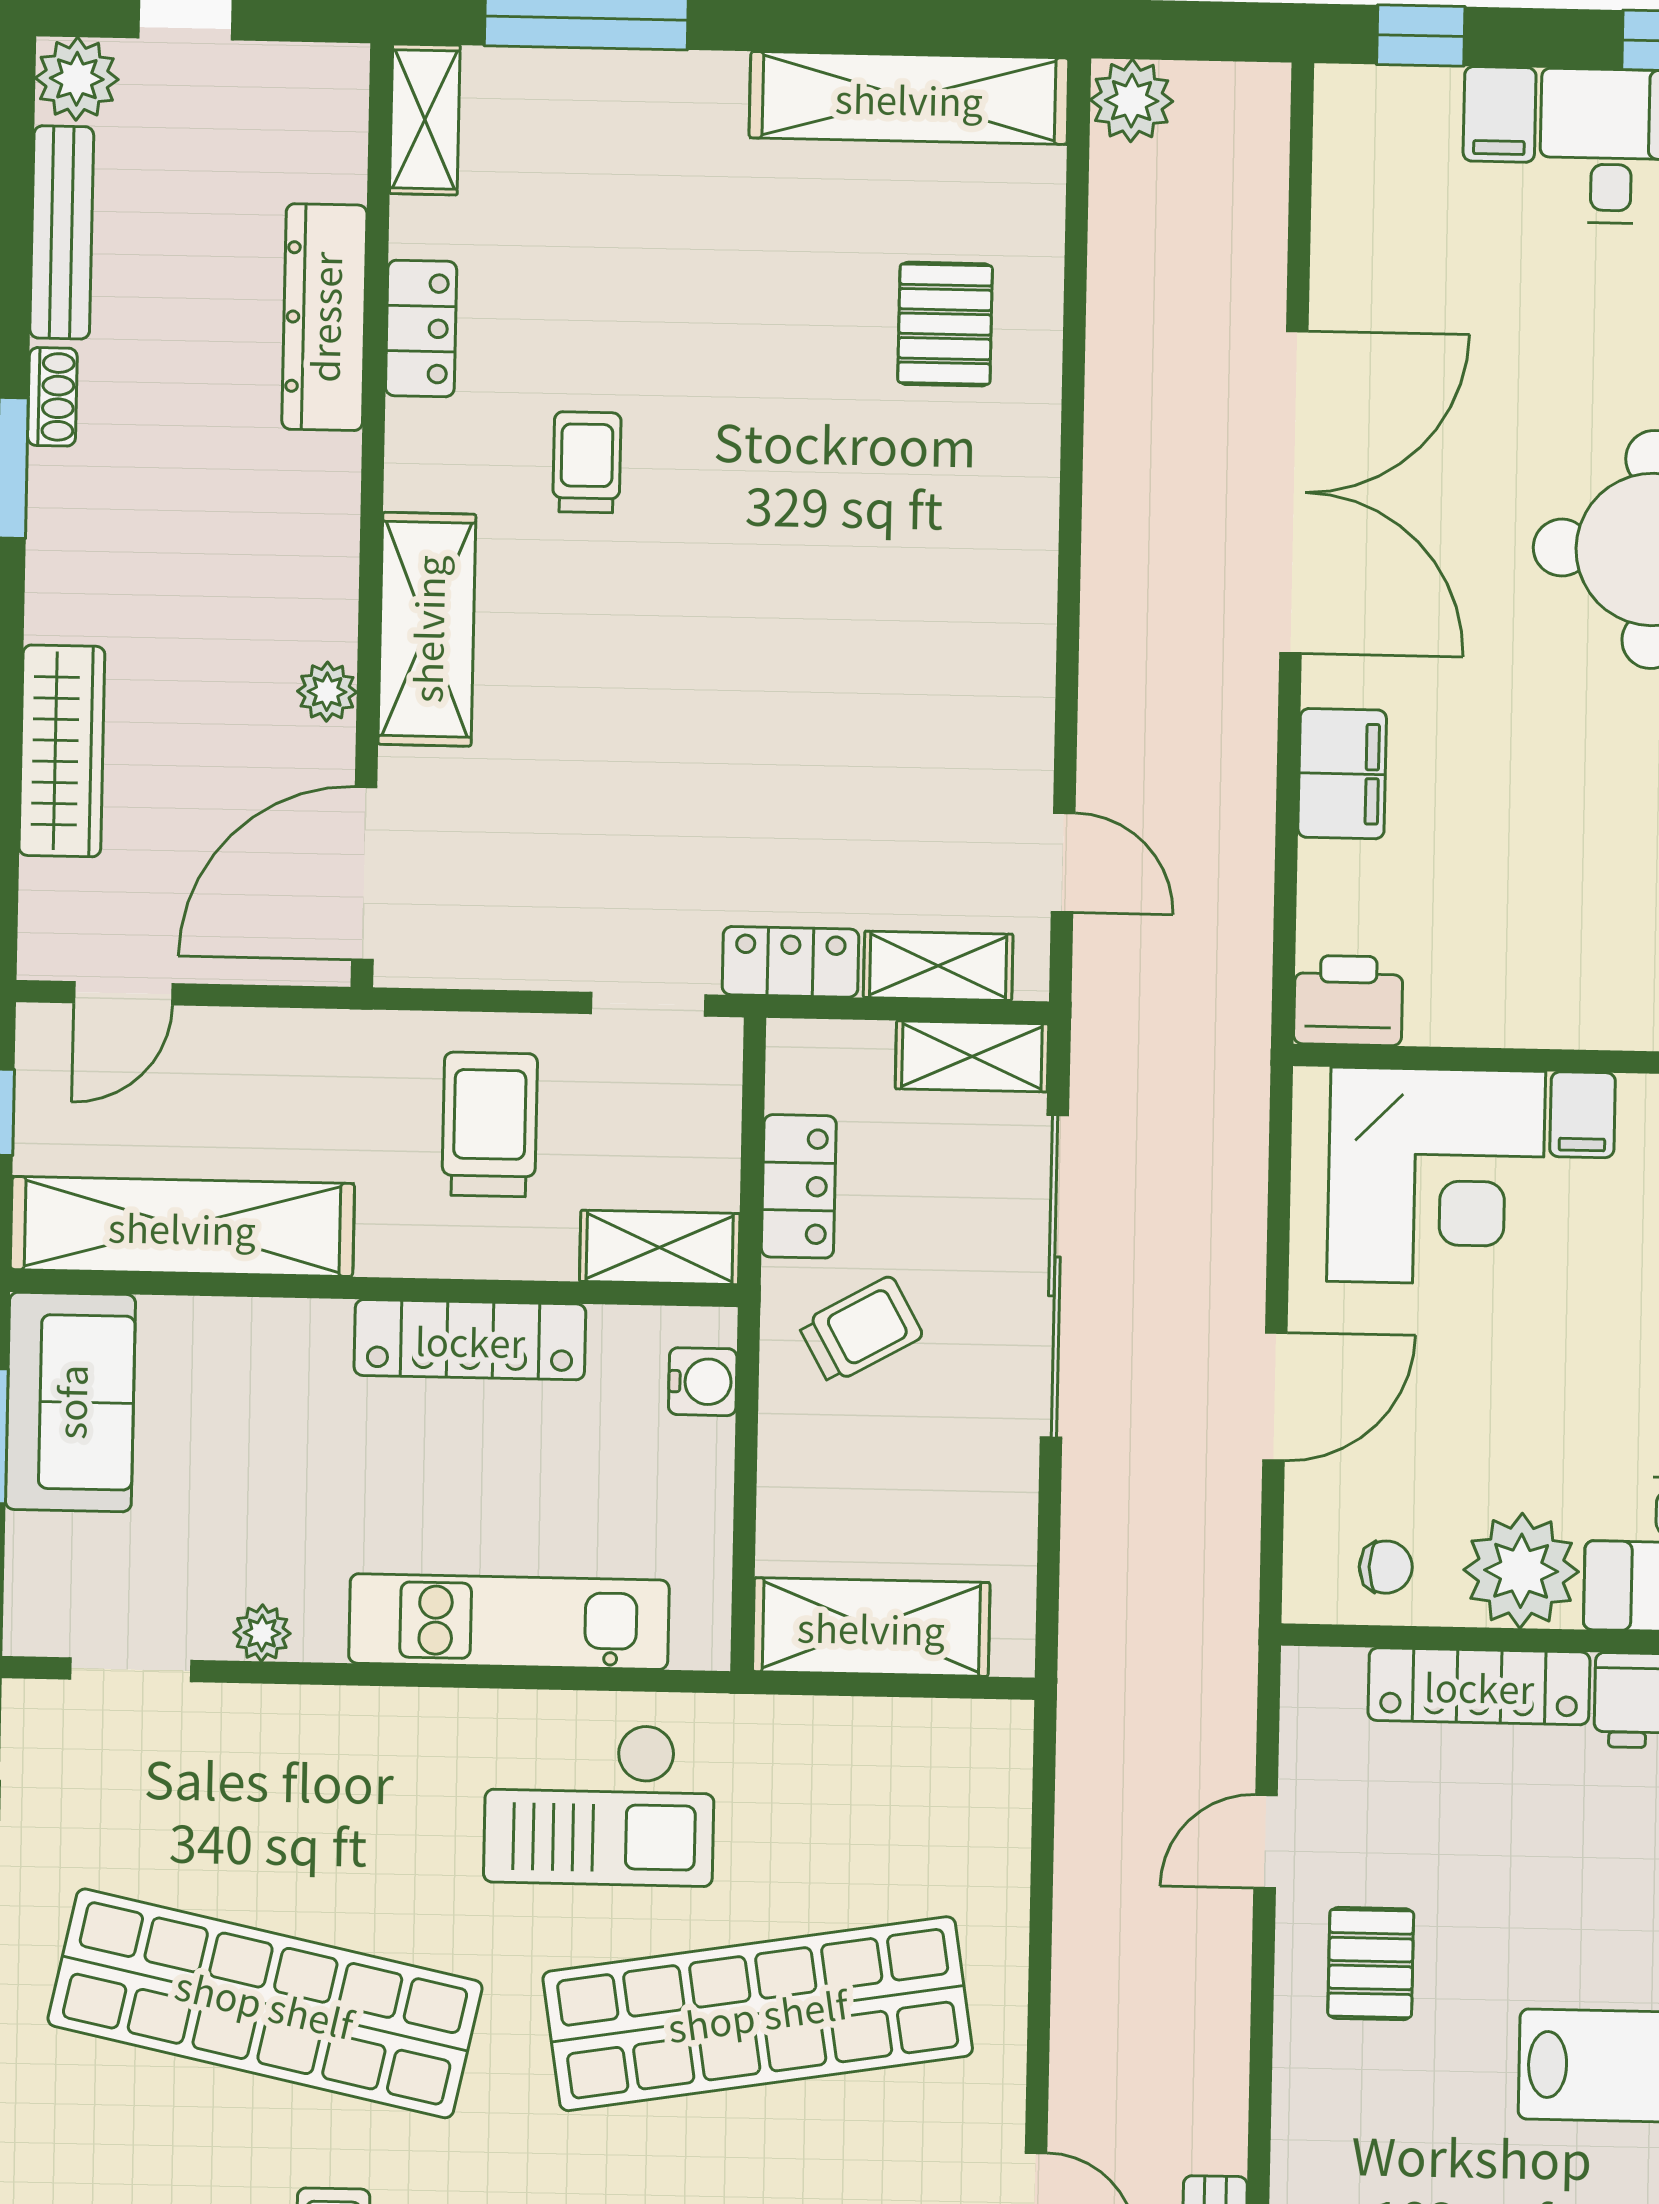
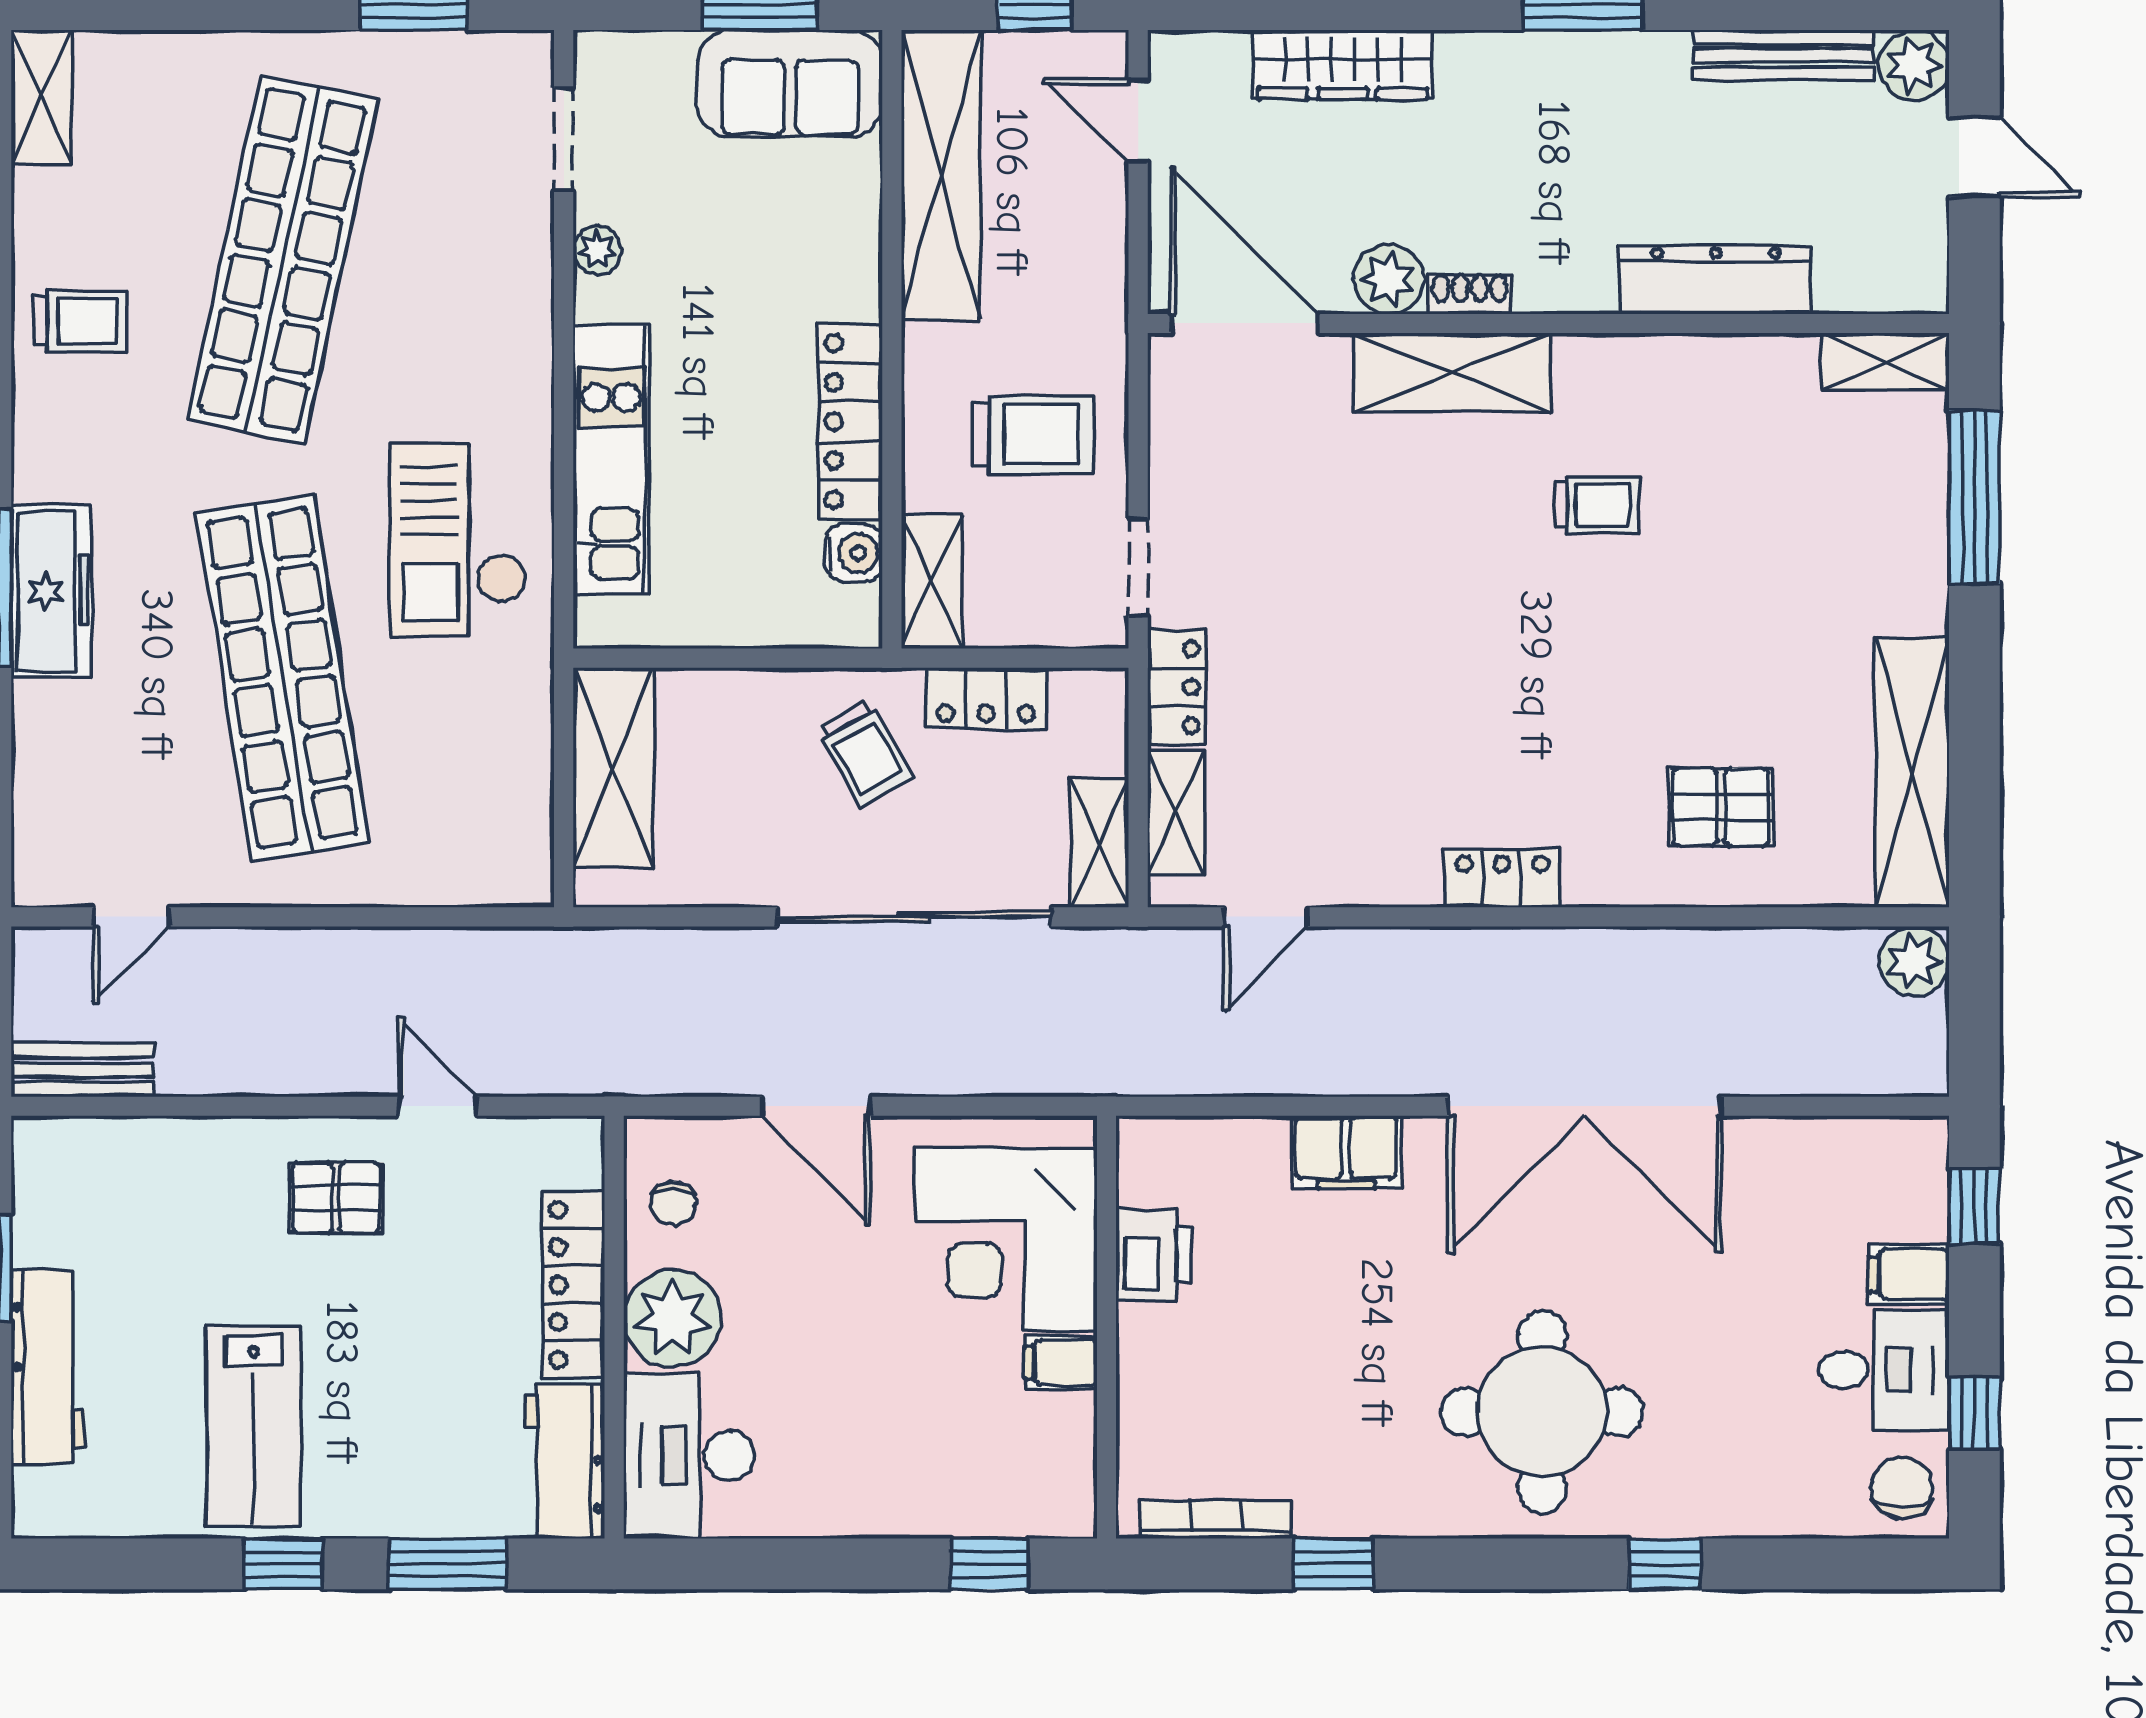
locker: (421, 328) -> (1502, 878), moved, turned 180
shoe rack: (52, 397) -> (1470, 294), moved, turned 180
plant: (327, 692) -> (1388, 279), width x1.38, depth x1.38
printer: (1348, 1000) -> (1154, 1255), moved
water cooler: (703, 1382) -> (854, 553), moved, turned -90

